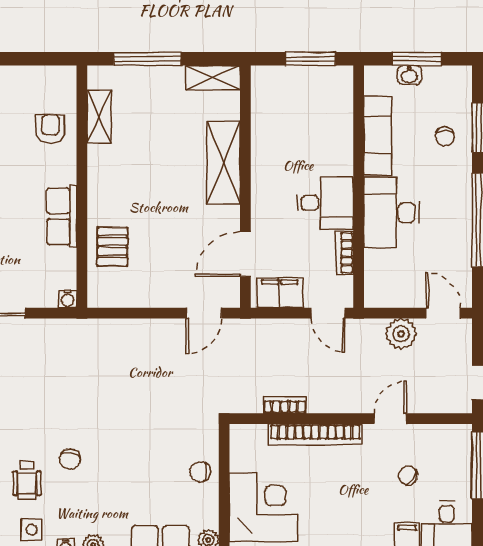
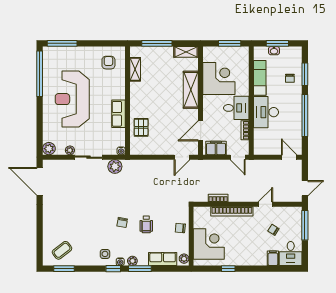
armchair: (50, 129) -> (108, 63), moved
corner desk: (286, 137) -> (219, 79), added
plant: (401, 334) -> (115, 166), moved
wheelchair: (27, 480) -> (146, 224), moved

